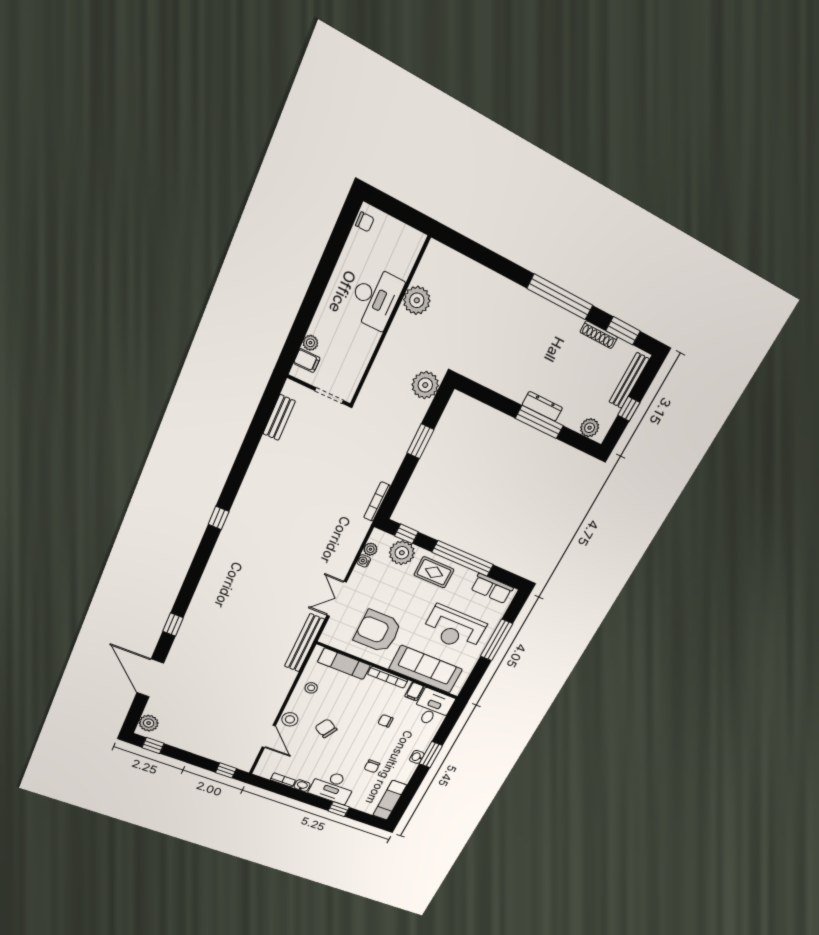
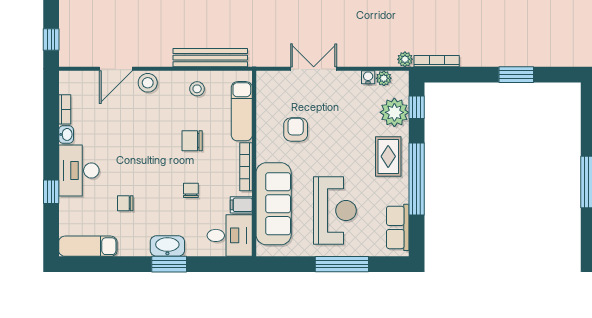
plant: (425, 385) -> (405, 59), moved, width x0.53, depth x0.53
reception desk: (454, 628) -> (335, 211), turned 180
armchair: (378, 631) -> (296, 130), width x0.53, depth x0.53
bench: (304, 643) -> (210, 58), moved
chair: (326, 728) -> (192, 141), moved, turned -120
washbasin: (417, 757) -> (167, 246), width x1.91, depth x1.45

